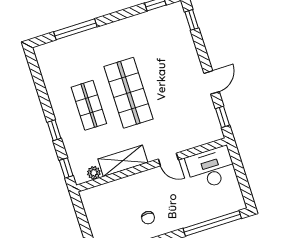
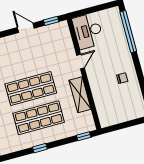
shop shelf: (89, 105) -> (39, 118), width x1.43, depth x1.36
window: (54, 130) -> (40, 148), moved
plant: (94, 173) -> (88, 116), removed

